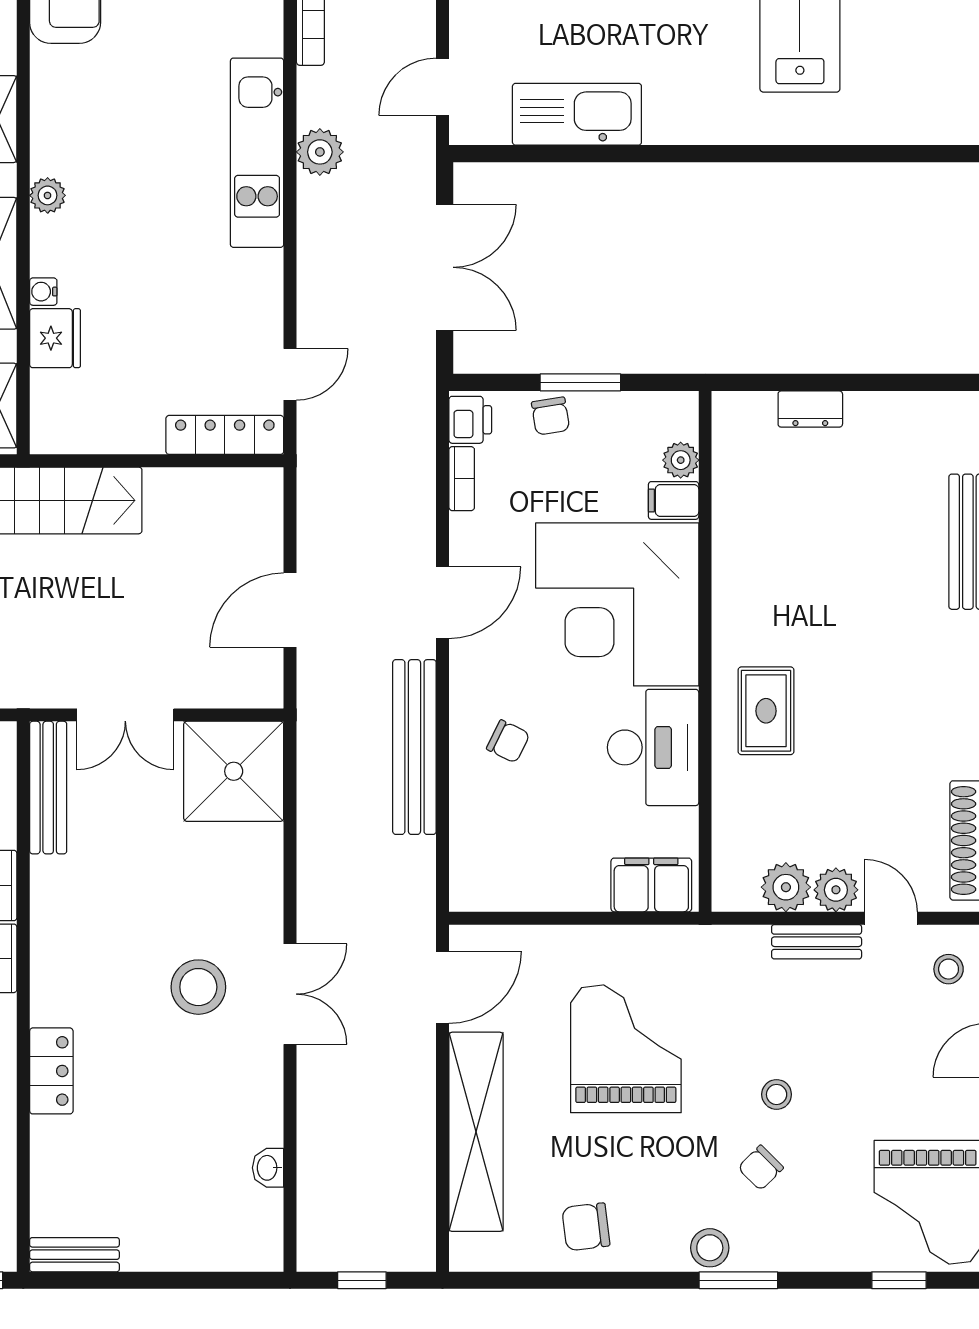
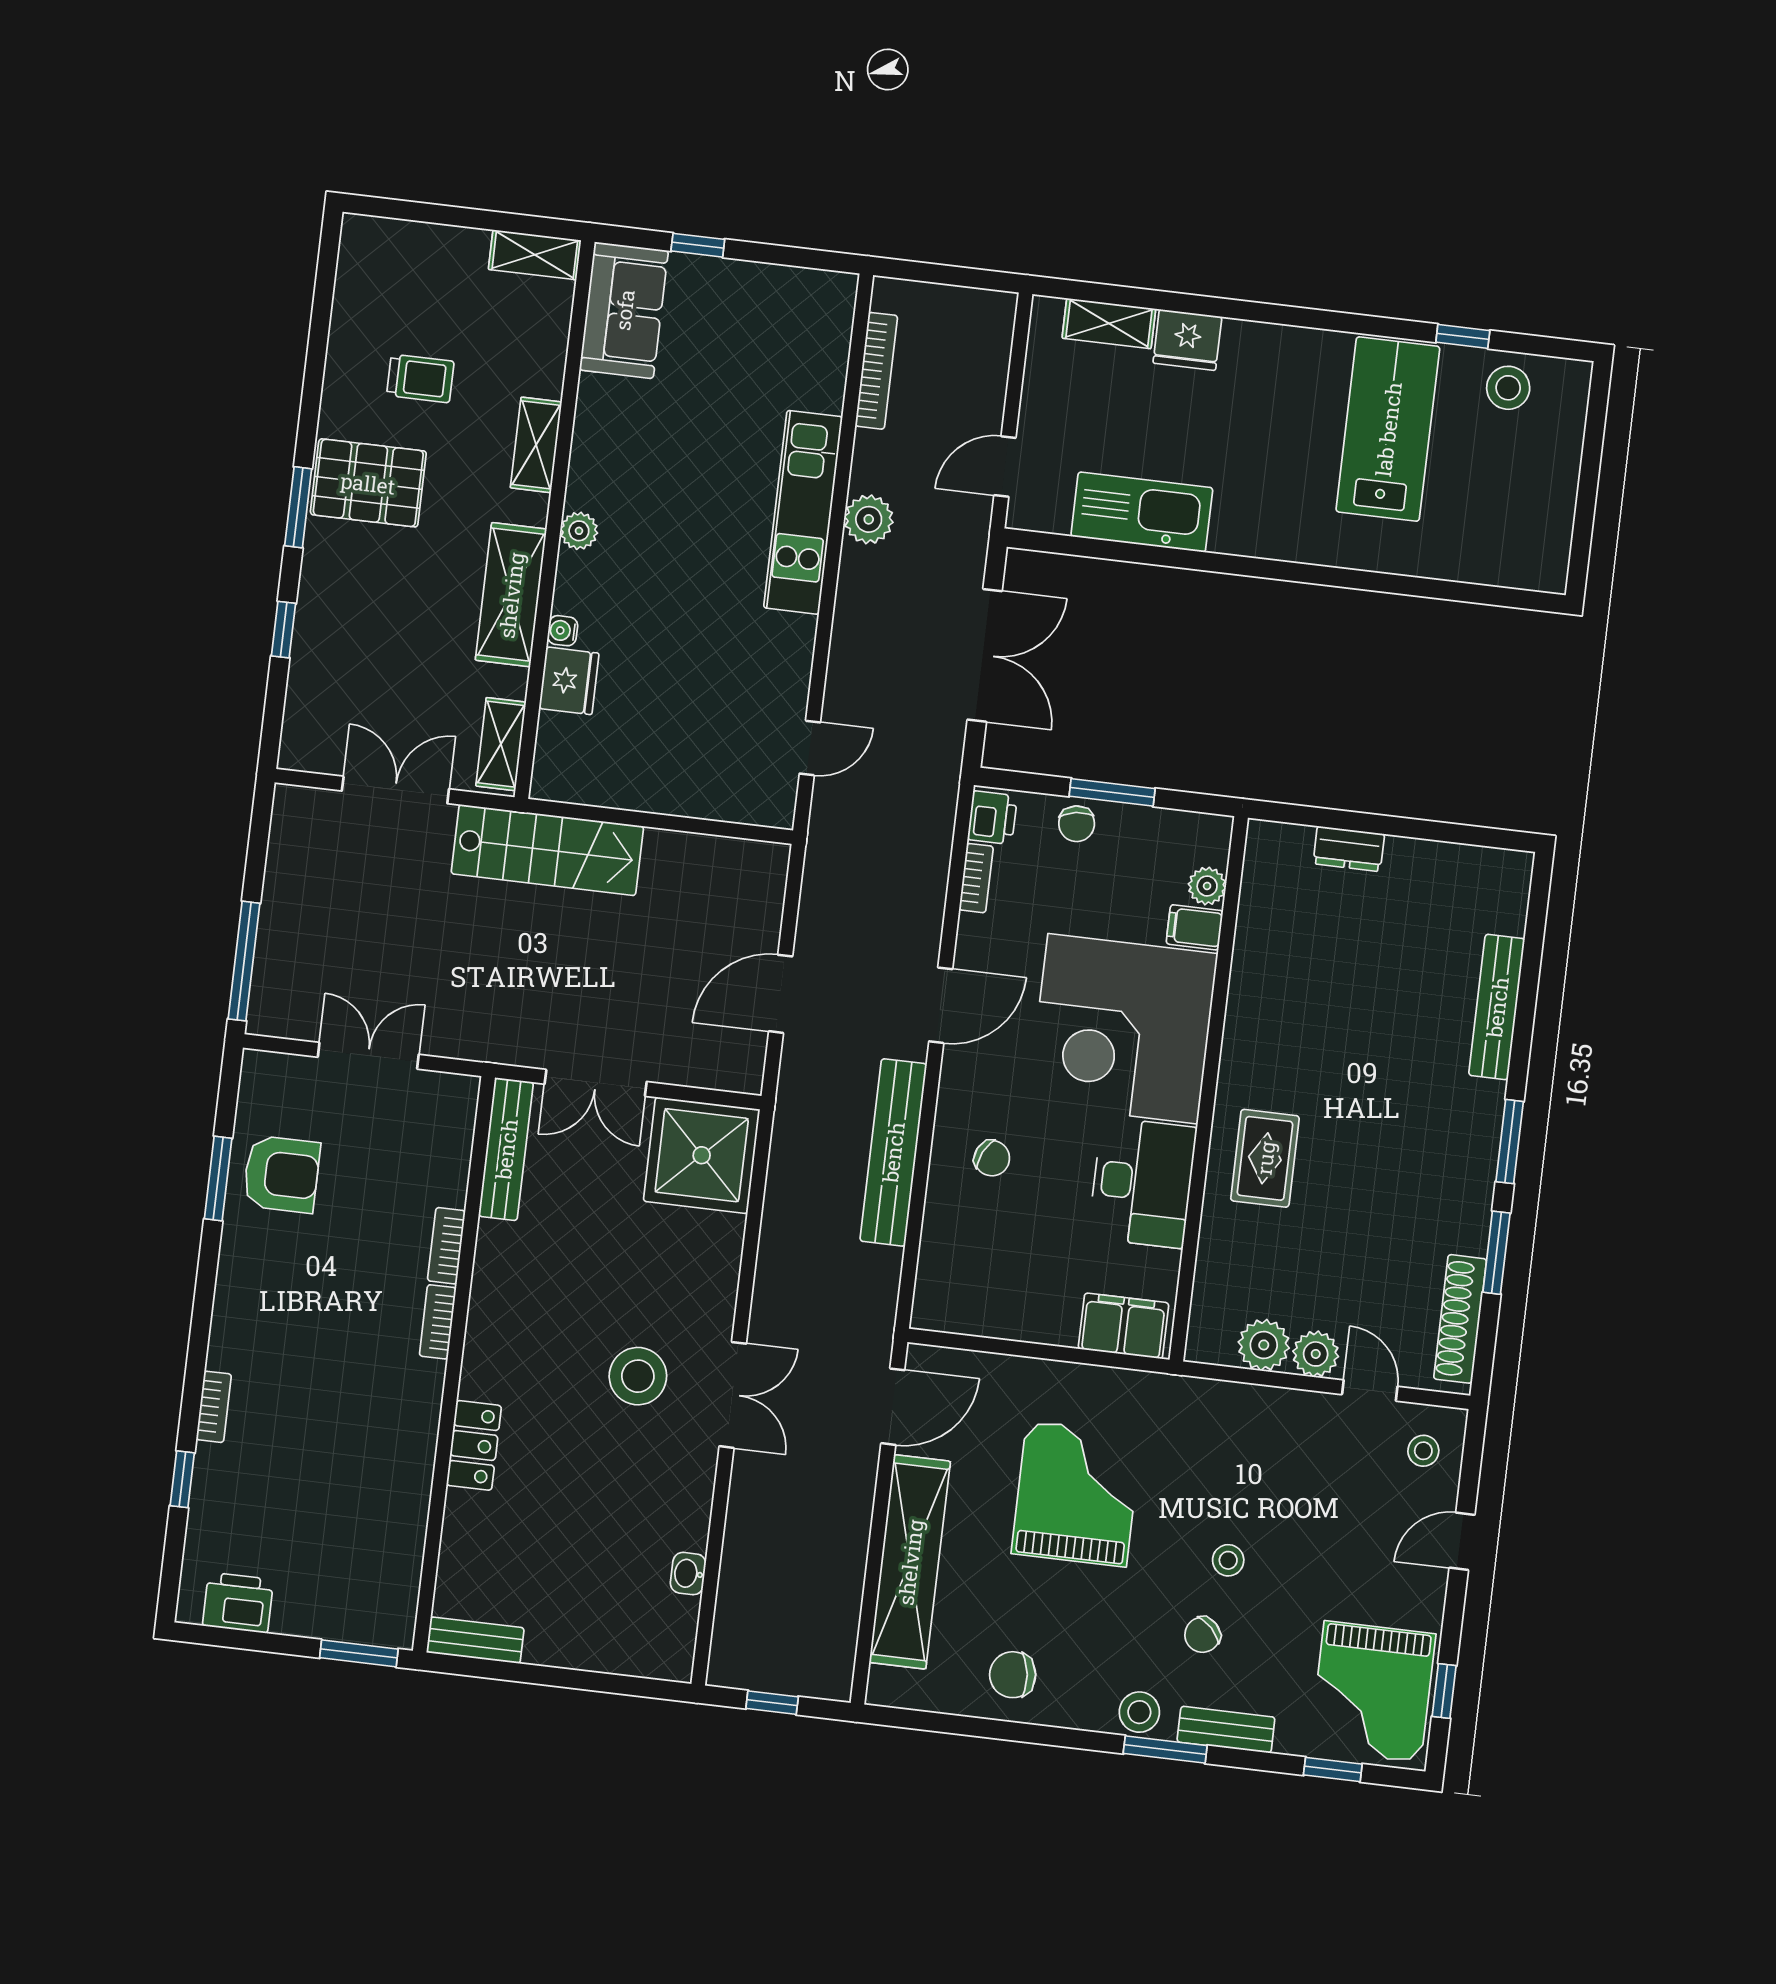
locker: (225, 435) -> (734, 803), removed
bench: (817, 942) -> (1226, 1730), moved

